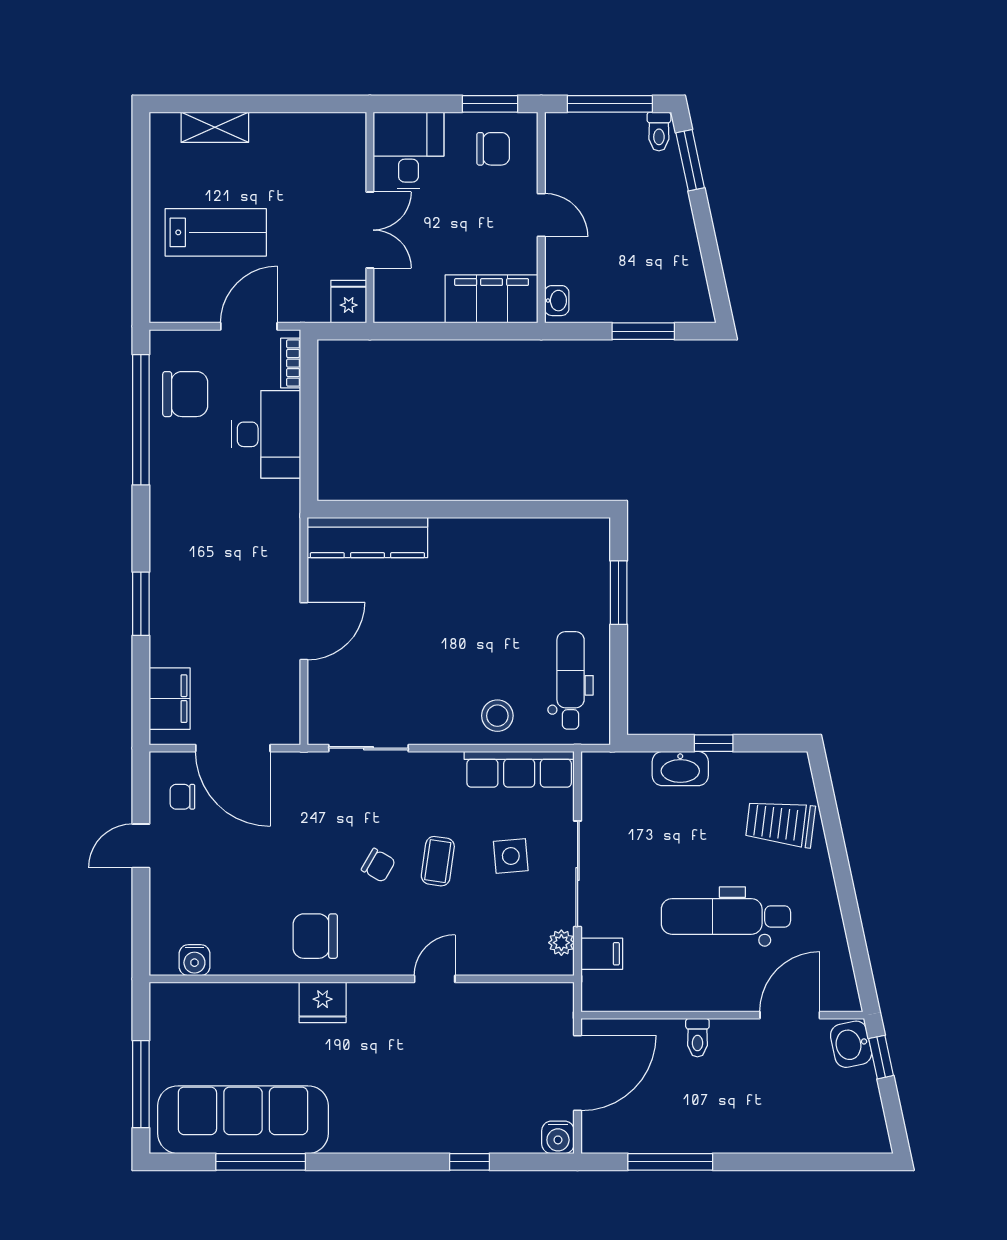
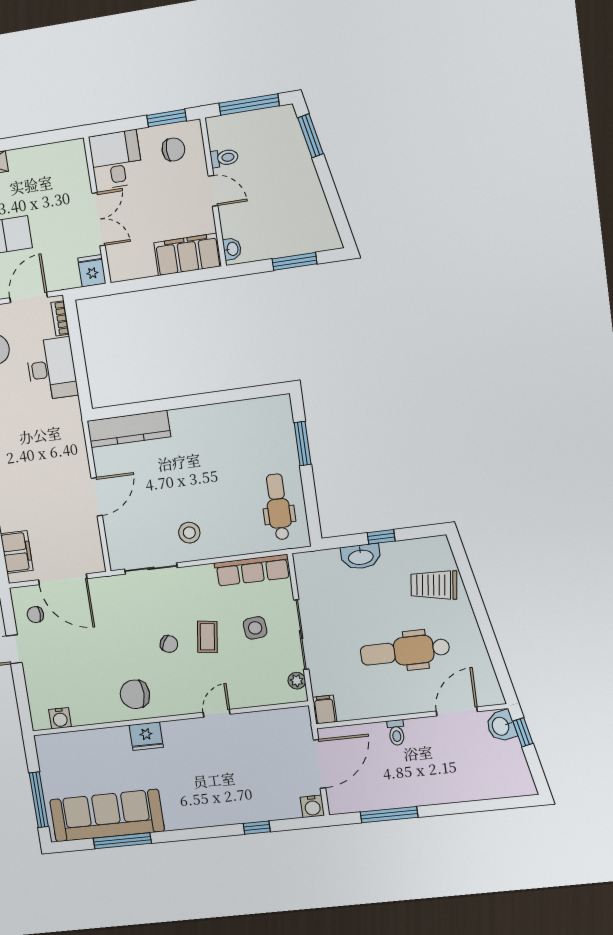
toilet: (659, 131) -> (224, 158), moved, turned -90
stool: (497, 716) -> (189, 533), moved
filing cabinet: (602, 954) -> (325, 710), moved, turned -90

